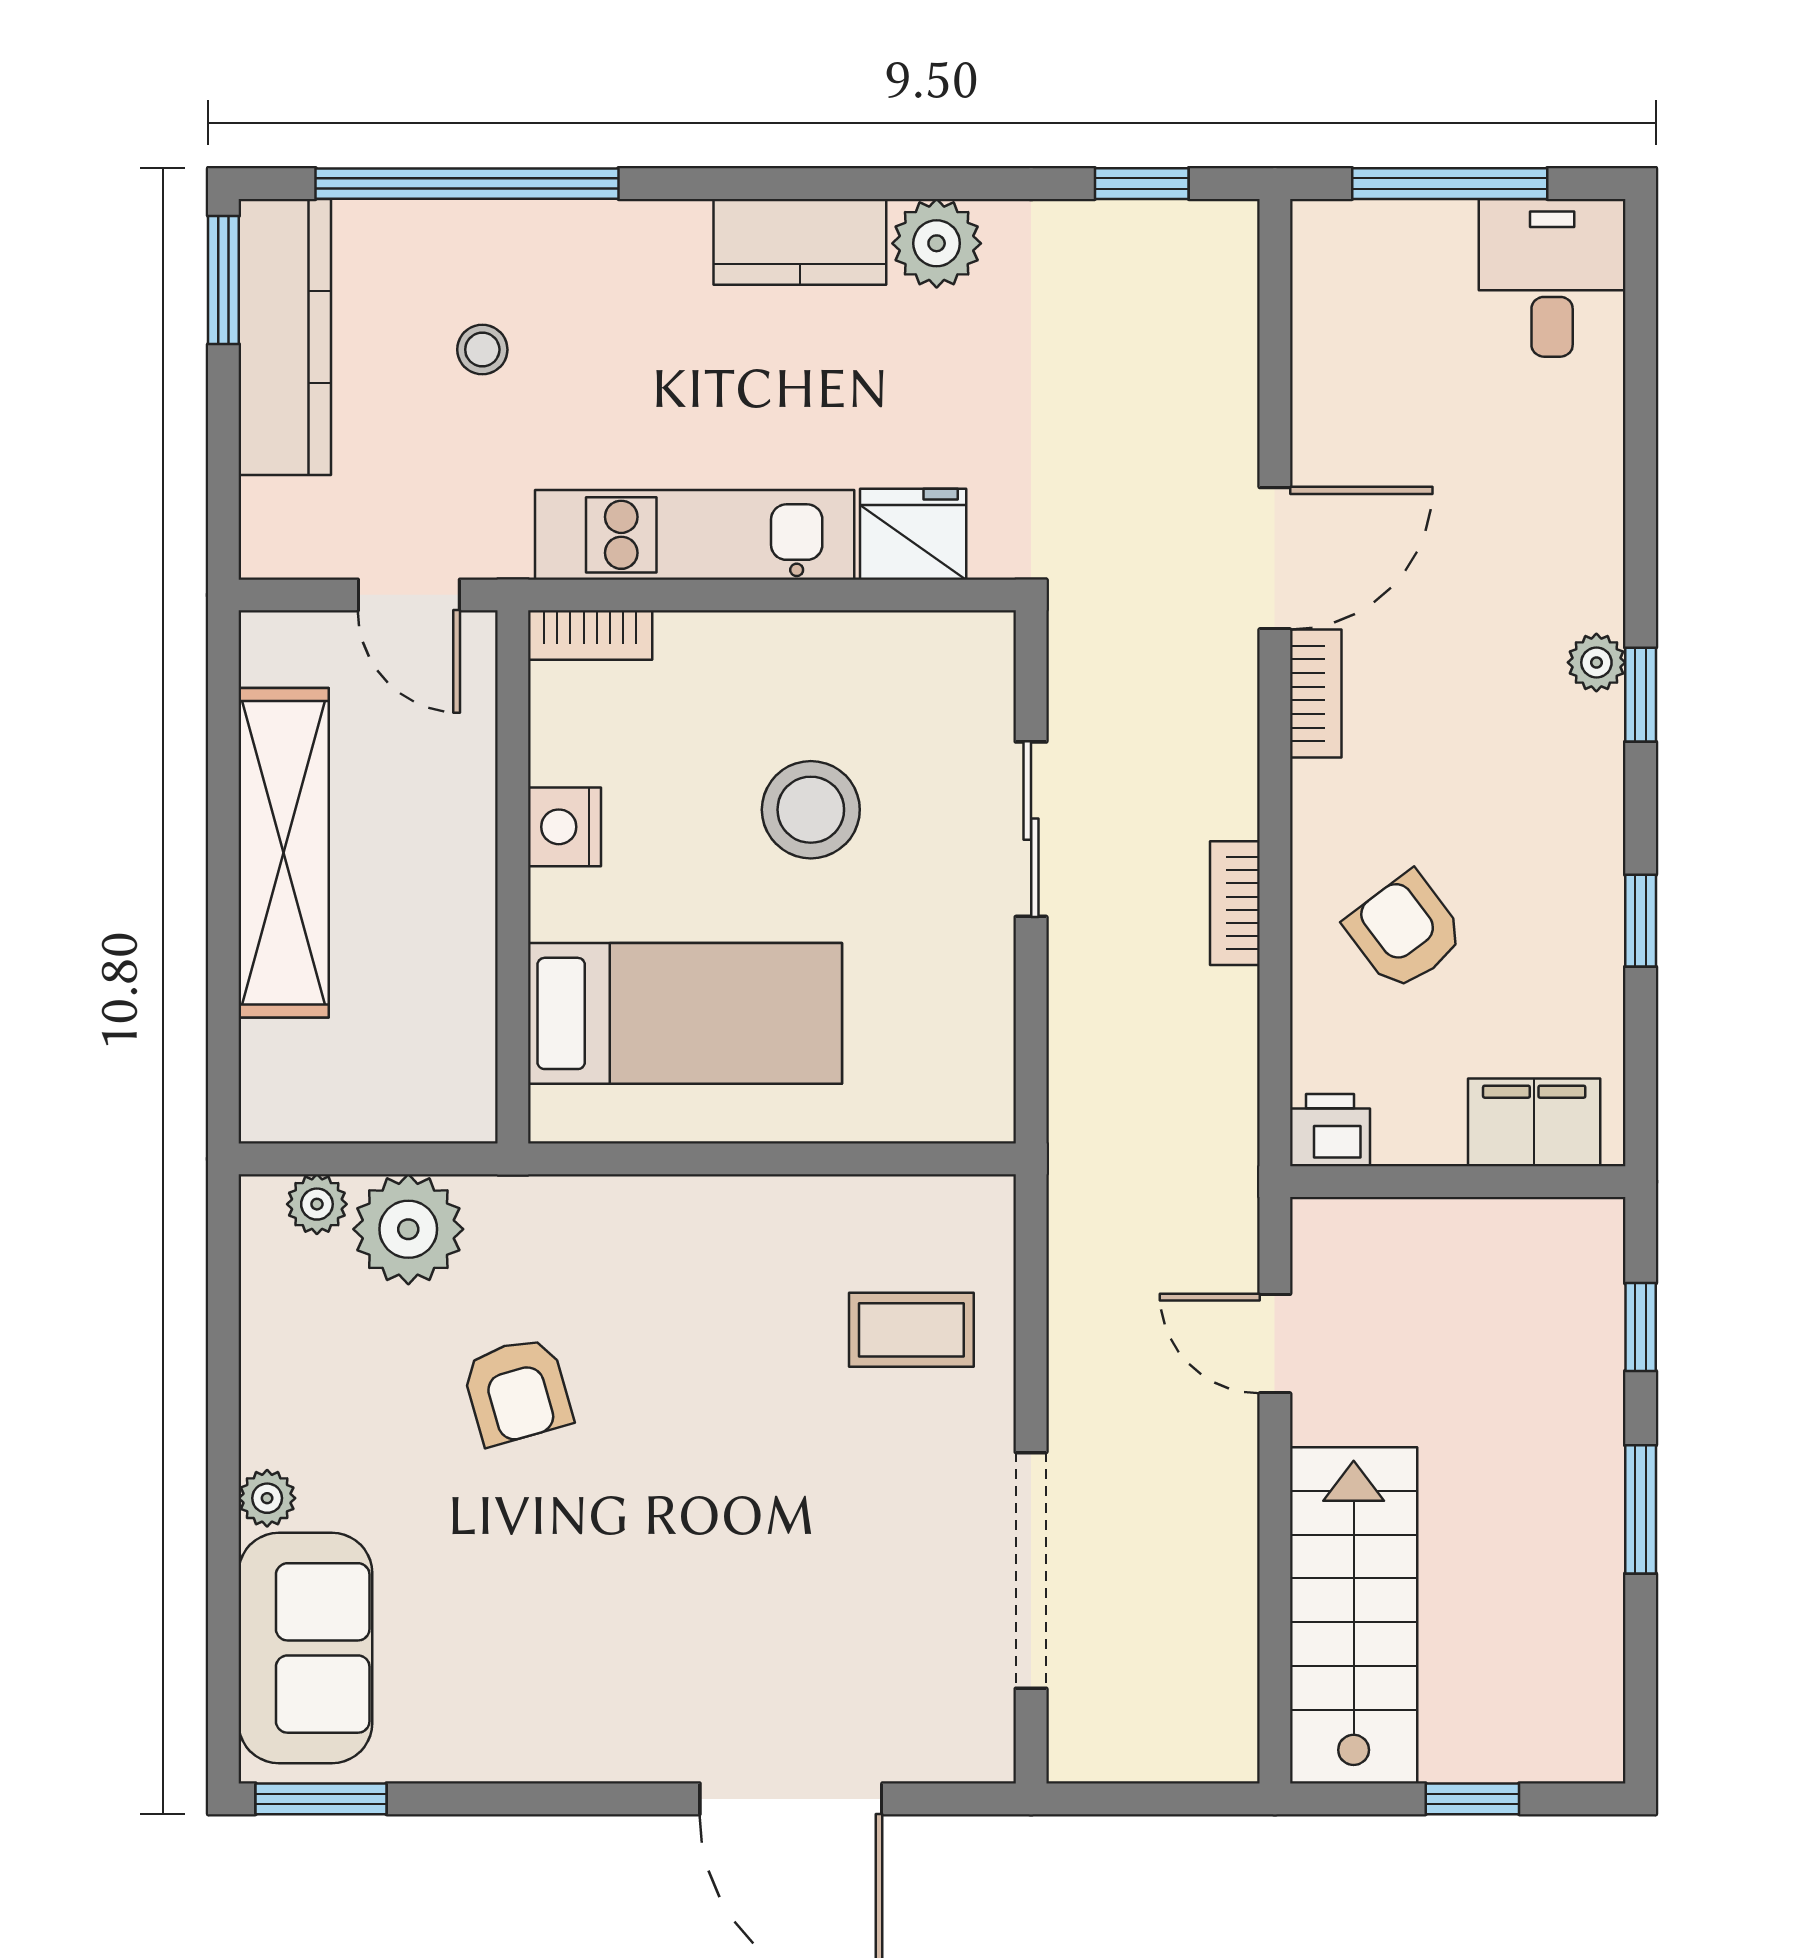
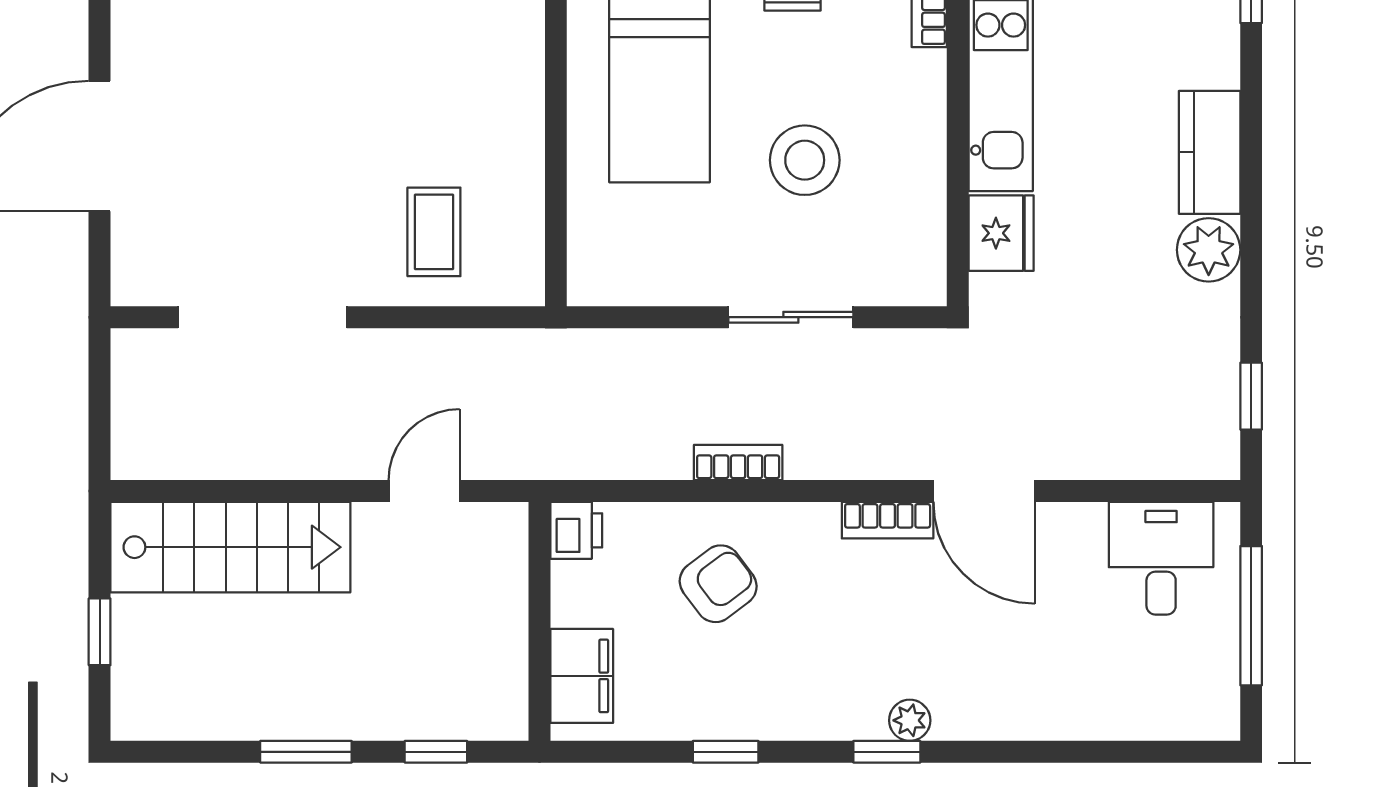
desk: (1552, 278) -> (1161, 558), moved, turned -90

